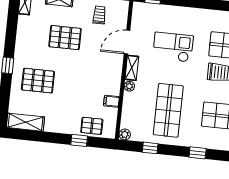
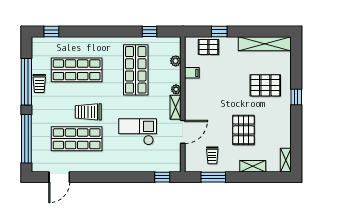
pallet: (65, 38) -> (244, 130), turned 90
checkout: (173, 47) -> (138, 132), turned 180
shelving: (25, 122) -> (265, 44), width x1.47
plant: (125, 134) -> (176, 61), moved
window: (198, 153) -> (103, 31), removed

